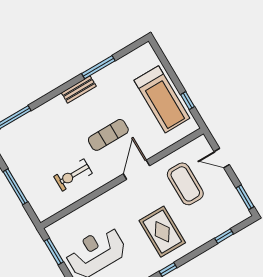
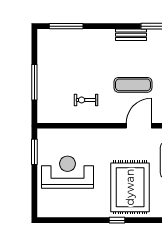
exercise bike: (73, 175) -> (86, 100), width x0.73, depth x0.72
rug: (162, 232) -> (130, 187), width x1.37, depth x1.44

